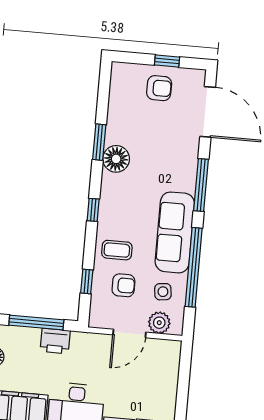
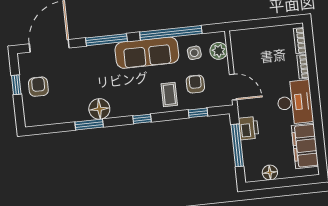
door: (129, 333) -> (233, 87), moved

